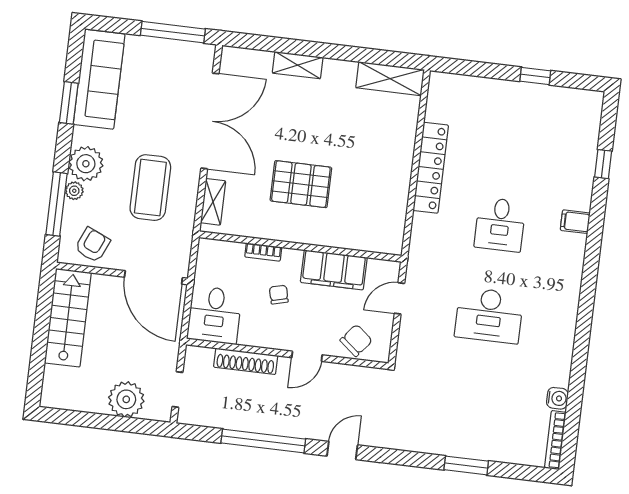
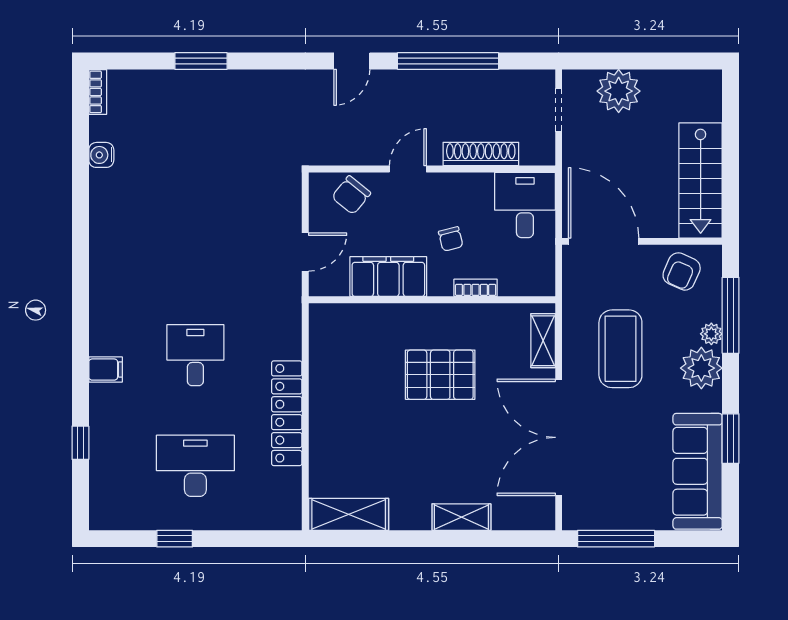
desk: (489, 315) -> (195, 466), moved
bookcase: (555, 440) -> (98, 92), width x0.64

